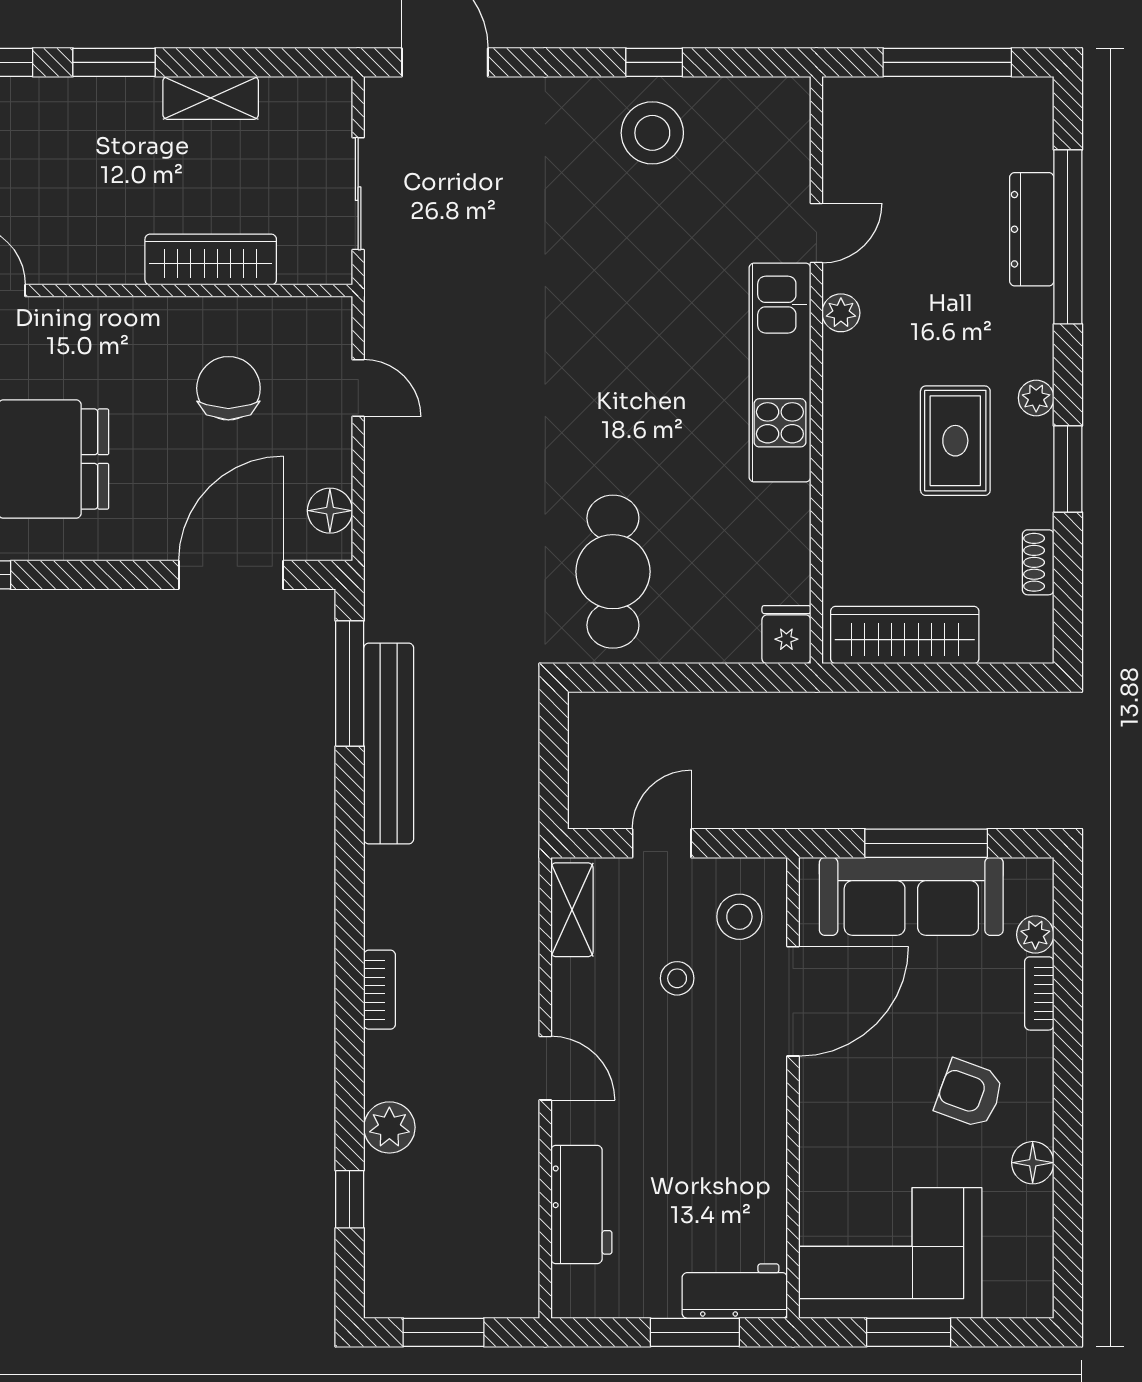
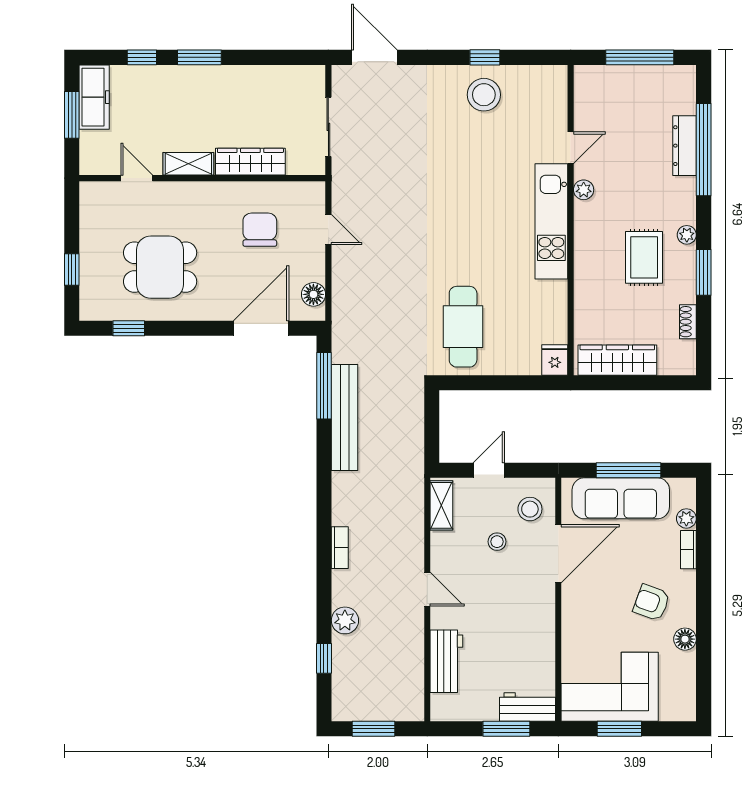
shelving: (211, 98) -> (188, 164), moved

